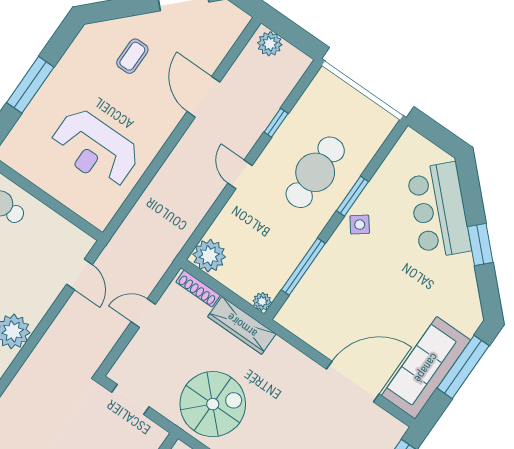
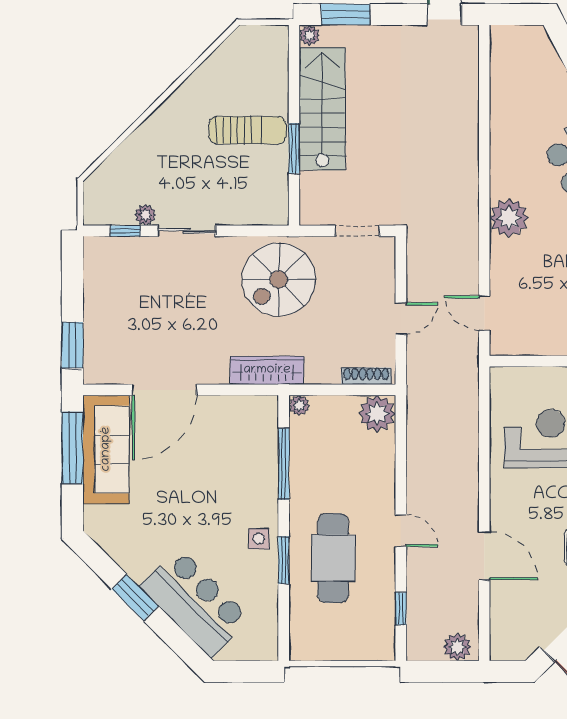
window: (276, 123) -> (401, 609), moved
door: (240, 174) -> (401, 531), moved
side table: (360, 225) -> (259, 539), turned 37
wardrobe: (242, 325) -> (267, 370), moved
window: (463, 367) -> (72, 448), moved

